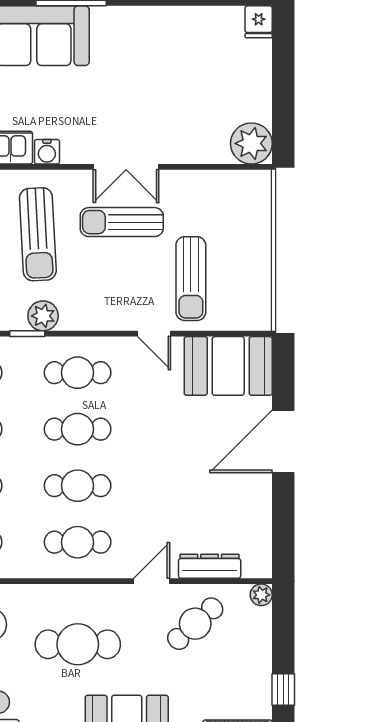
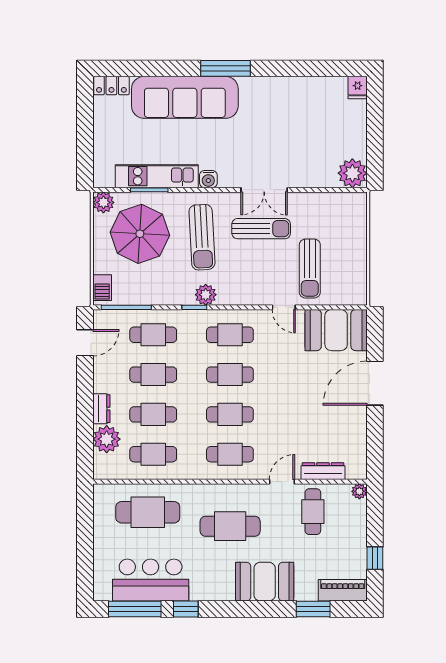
sun lounger: (122, 222) -> (261, 229), turned 180
cafe table: (195, 624) -> (313, 512), turned -48

